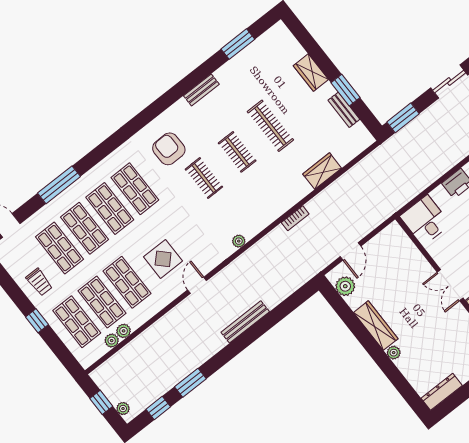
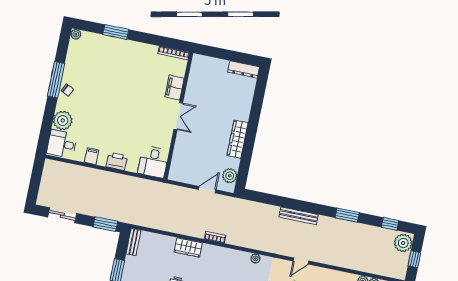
bench: (344, 110) -> (133, 242), moved
wardrobe: (322, 171) -> (188, 247), moved
plant: (394, 353) -> (244, 116), removed
window: (190, 383) -> (347, 215), moved
plant: (123, 409) -> (403, 243), width x1.88, depth x1.88

